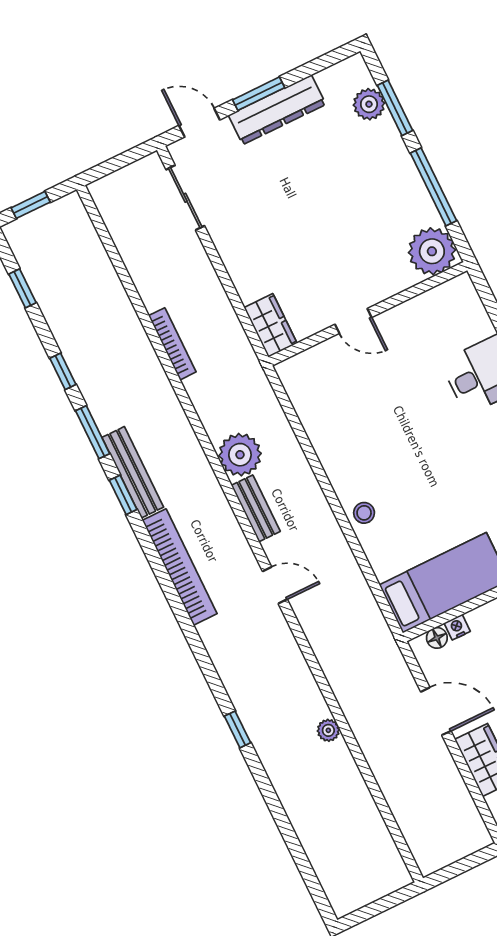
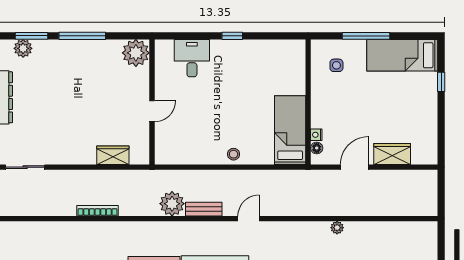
plant: (432, 251) -> (136, 53), moved
wall: (368, 314) -> (152, 102), moved
door: (353, 321) -> (152, 111), moved

